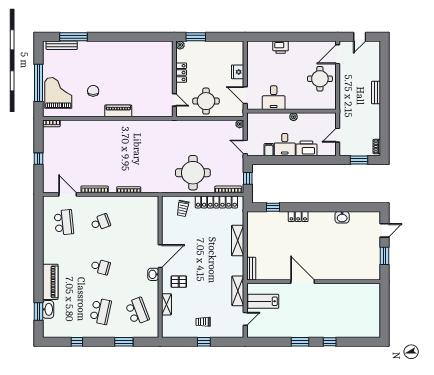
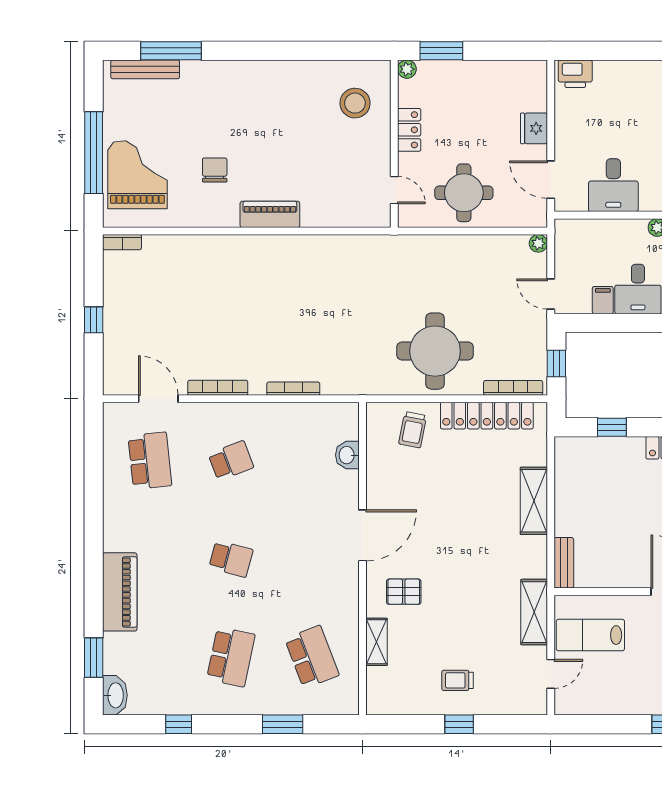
printer: (281, 47) -> (575, 74), moved
stool: (157, 60) -> (355, 103), added
washbasin: (153, 274) -> (347, 455), moved
washbasin: (48, 309) -> (115, 695), moved

